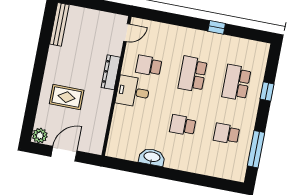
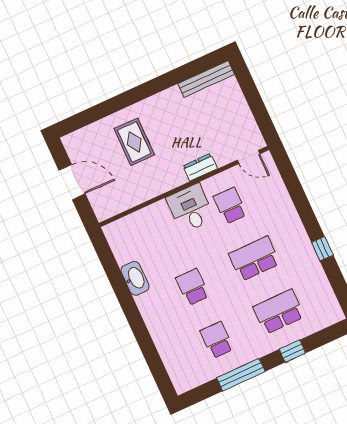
dresser: (111, 72) -> (200, 167), width x0.70
plant: (40, 136) -> (73, 143), removed
window: (256, 149) -> (241, 375), moved

